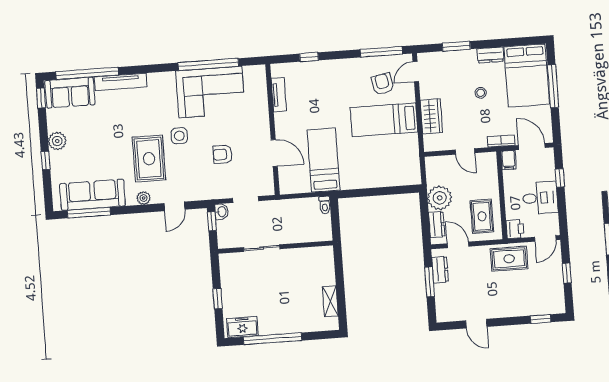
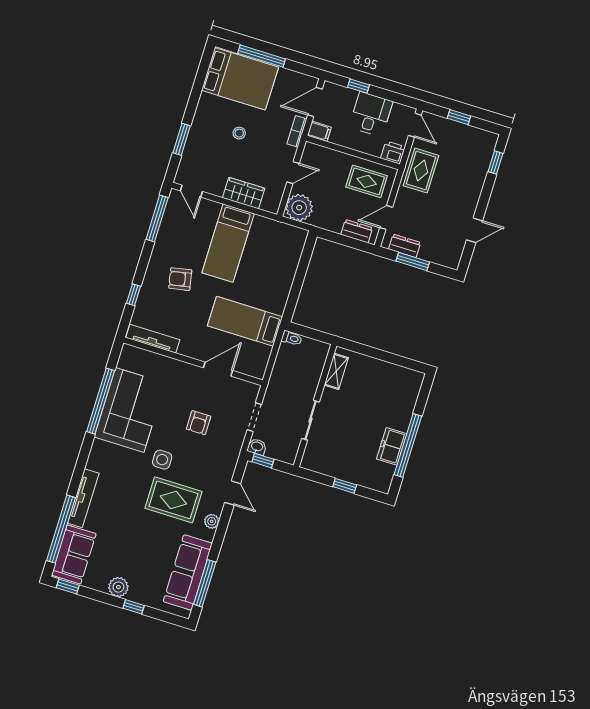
dresser: (490, 55) -> (204, 108), removed
armchair: (383, 84) -> (180, 279), moved
tv unit: (279, 95) -> (153, 339), width x1.41
plant: (440, 198) -> (299, 208), moved
shelving: (330, 301) -> (336, 371), moved, turned 90
freezer: (242, 327) -> (392, 446), moved

